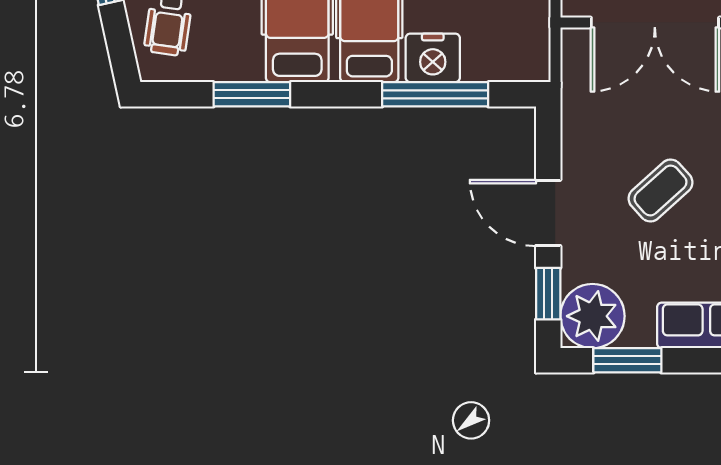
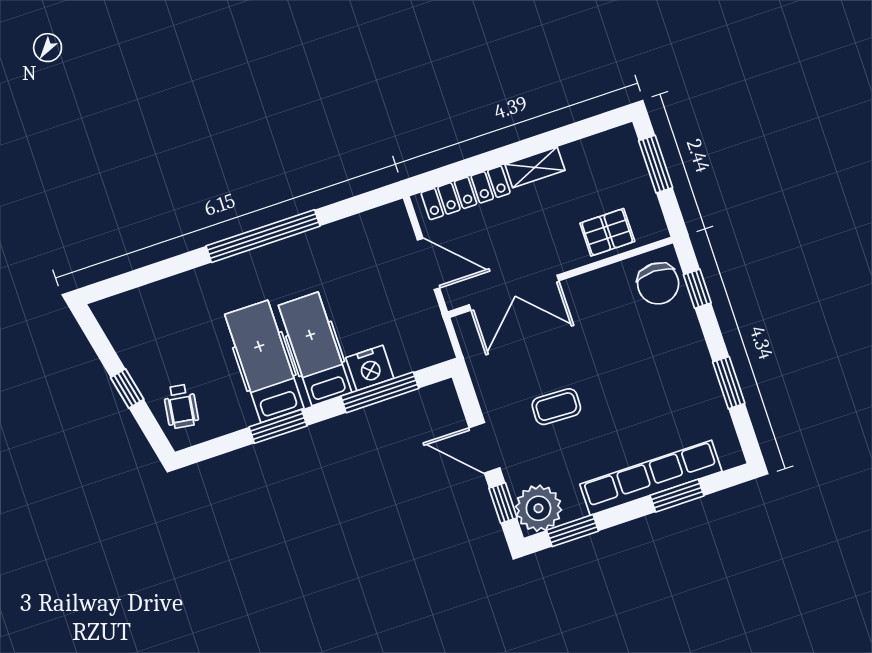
window: (252, 94) -> (278, 426), moved
coffee table: (661, 190) -> (556, 407), turned 44

